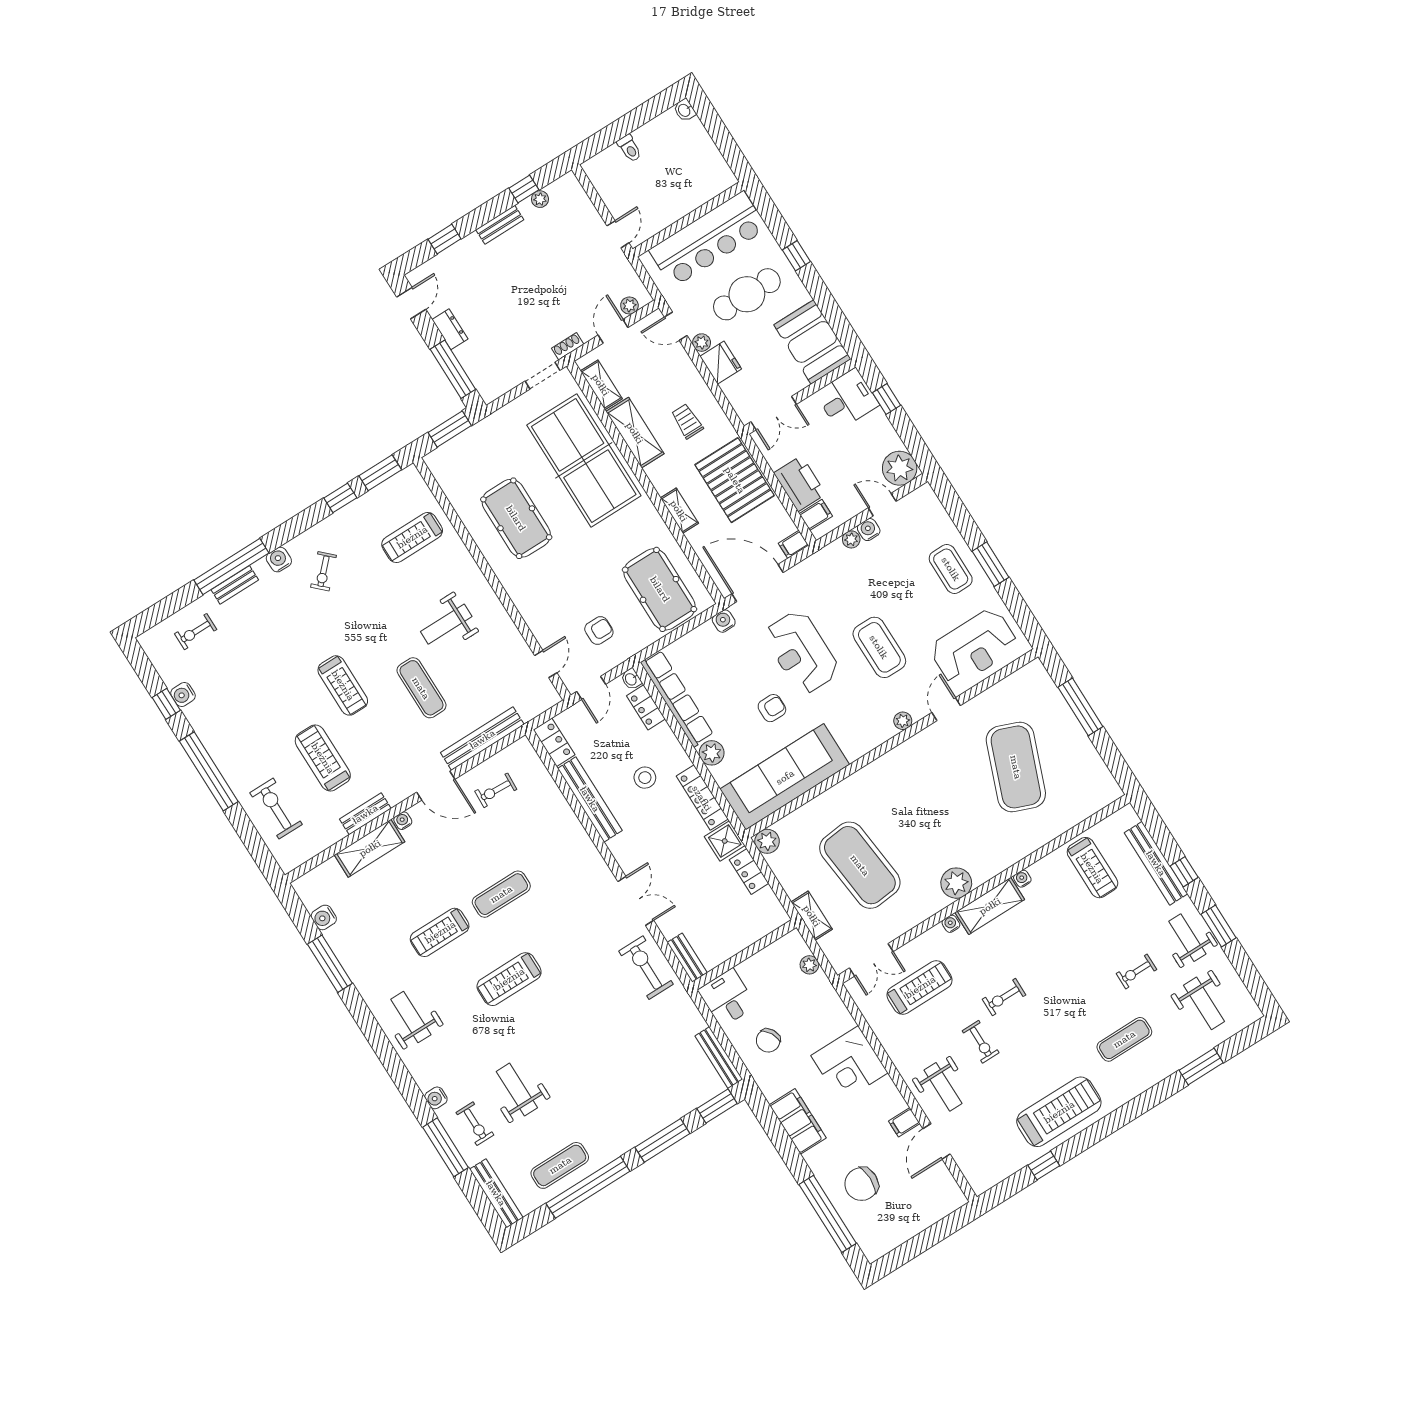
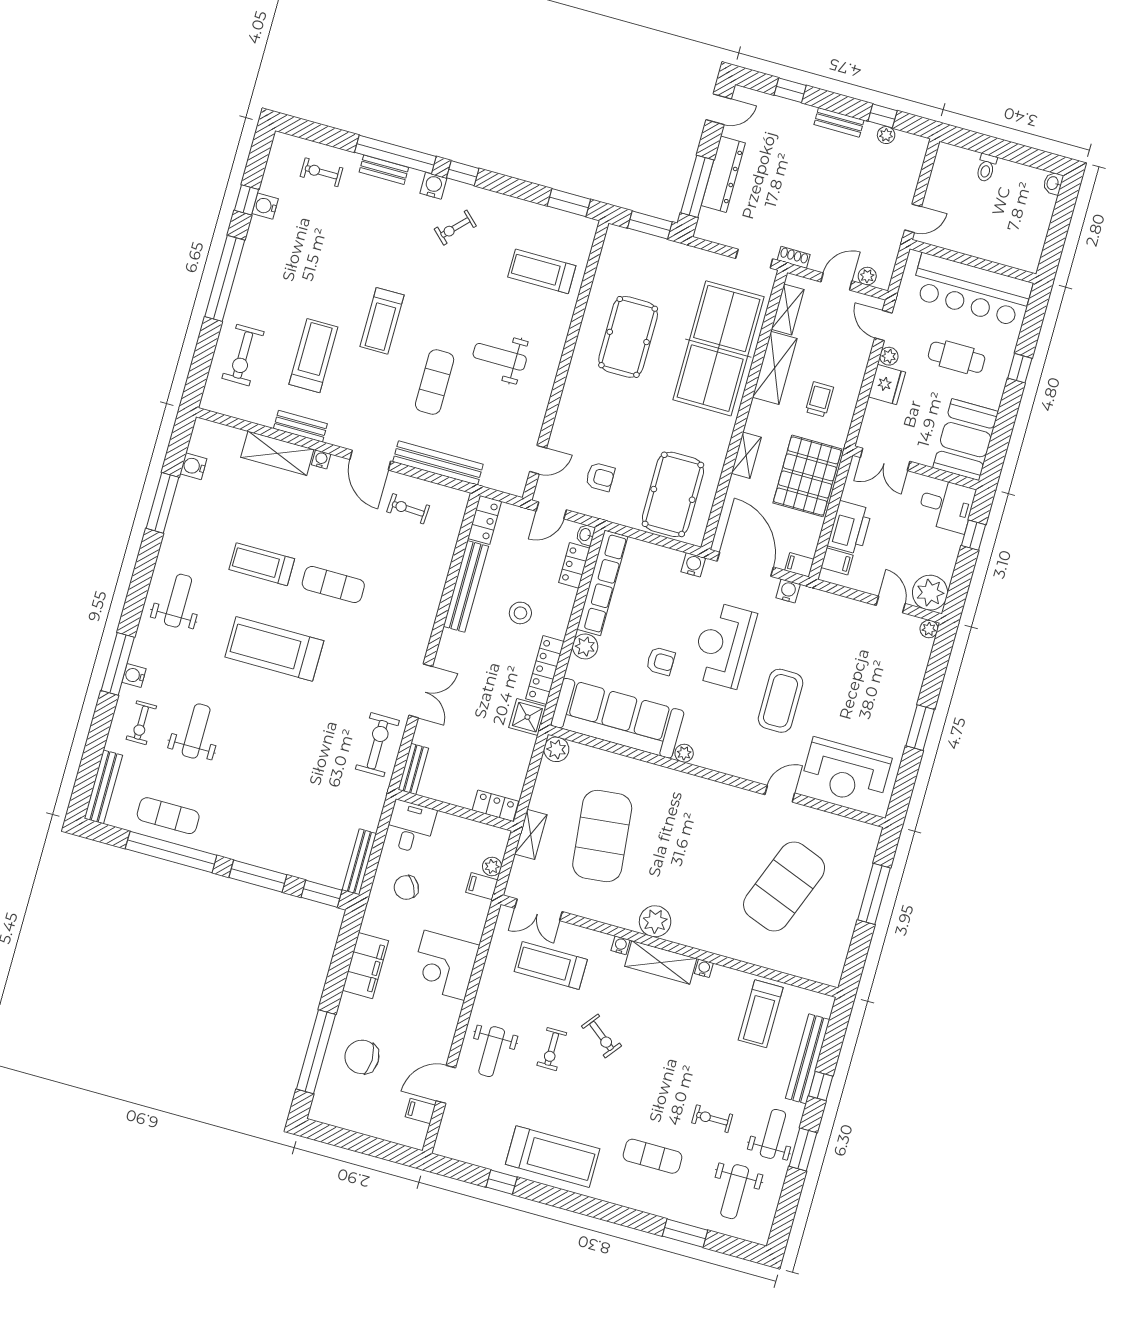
cafe table: (747, 294) -> (957, 357), width x0.73, depth x0.74
dresser: (450, 329) -> (723, 174), width x1.96, depth x1.24
window: (340, 498) -> (463, 173), moved
water cooler: (869, 530) -> (788, 591), moved
plant: (851, 539) -> (929, 629), moved
coffee table: (951, 569) -> (889, 701), removed
plant: (903, 721) -> (684, 753), moved
exercise bike: (276, 809) -> (243, 355), turned 180
locker: (749, 871) -> (495, 806), moved, turned 90
treadmill: (509, 979) -> (274, 649), width x1.37, depth x1.38
filing cabinet: (817, 985) -> (482, 886), added
treadmill: (920, 987) -> (551, 965), turned 180
exercise bike: (1004, 997) -> (602, 1036), turned -142
filing cabinet: (904, 1122) -> (420, 1111), moved
window: (446, 1147) -> (118, 664), moved

